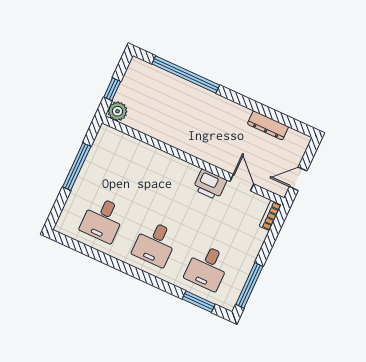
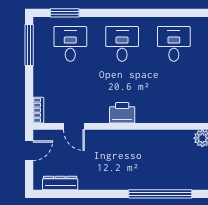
dresser: (268, 125) -> (60, 183), moved
printer: (210, 185) -> (122, 113), moved

